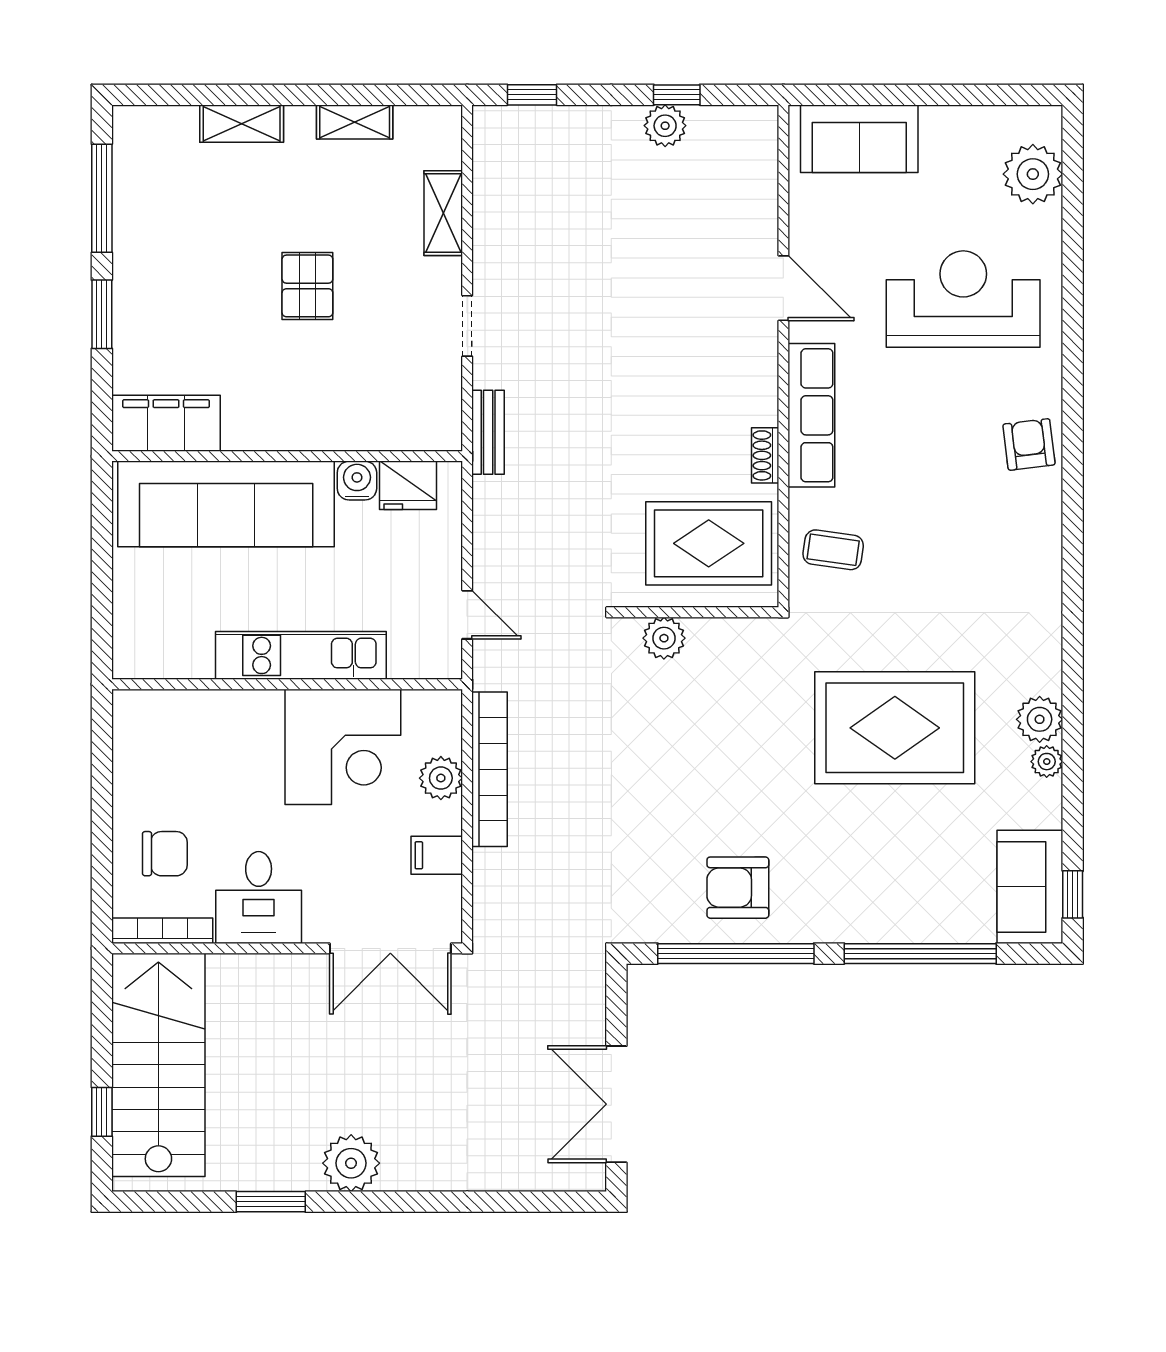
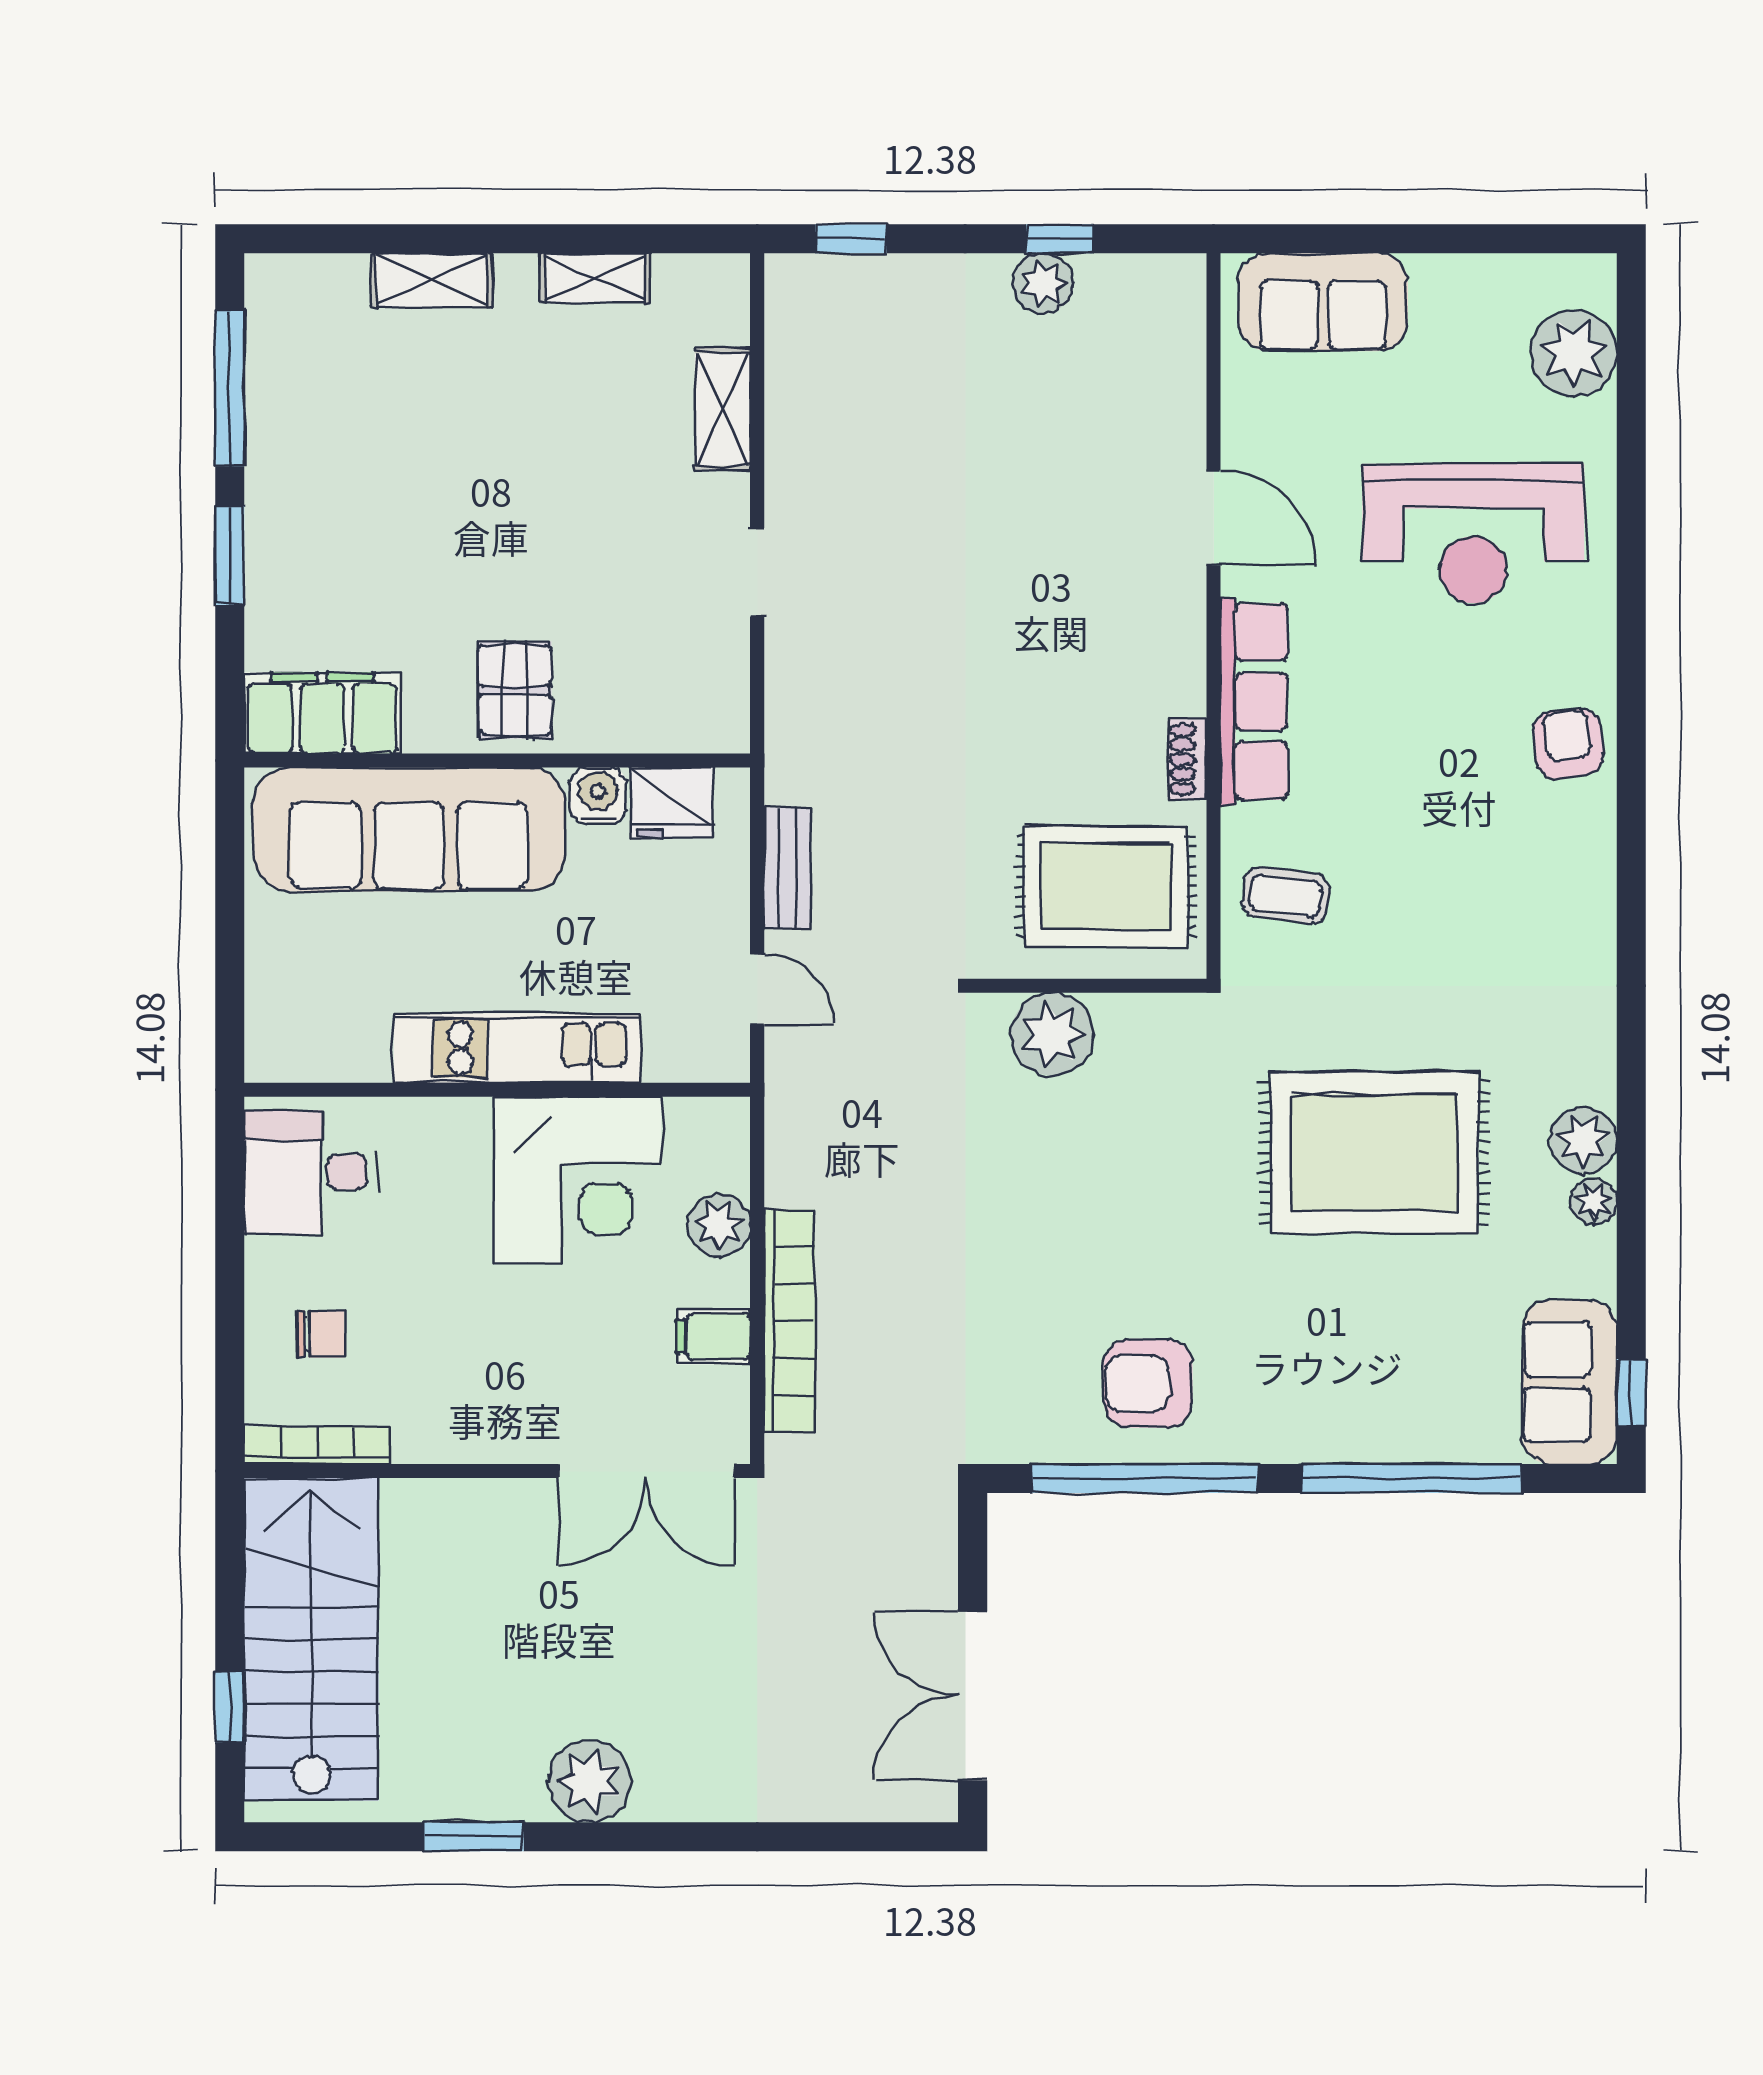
pallet: (307, 286) -> (515, 690), moved
reception desk: (963, 299) -> (1473, 534), turned 180
bench: (488, 432) -> (787, 868), moved
plant: (664, 638) -> (1052, 1034), width x1.36, depth x1.36
bookcase: (490, 769) -> (789, 1321), moved
chair: (165, 854) -> (321, 1334), width x0.73, depth x0.73
desk: (259, 898) -> (311, 1172), moved, turned 90

